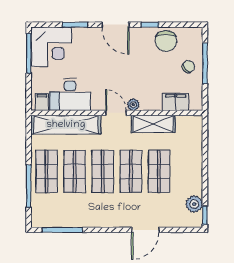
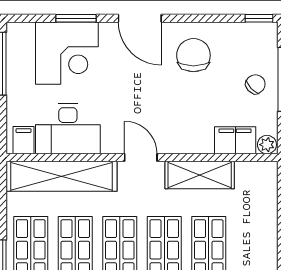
window: (150, 25) -> (259, 18), moved
chair: (166, 41) -> (193, 55), moved, turned 180
corner desk: (51, 47) -> (67, 53), moved
plant: (133, 105) -> (267, 145), moved

